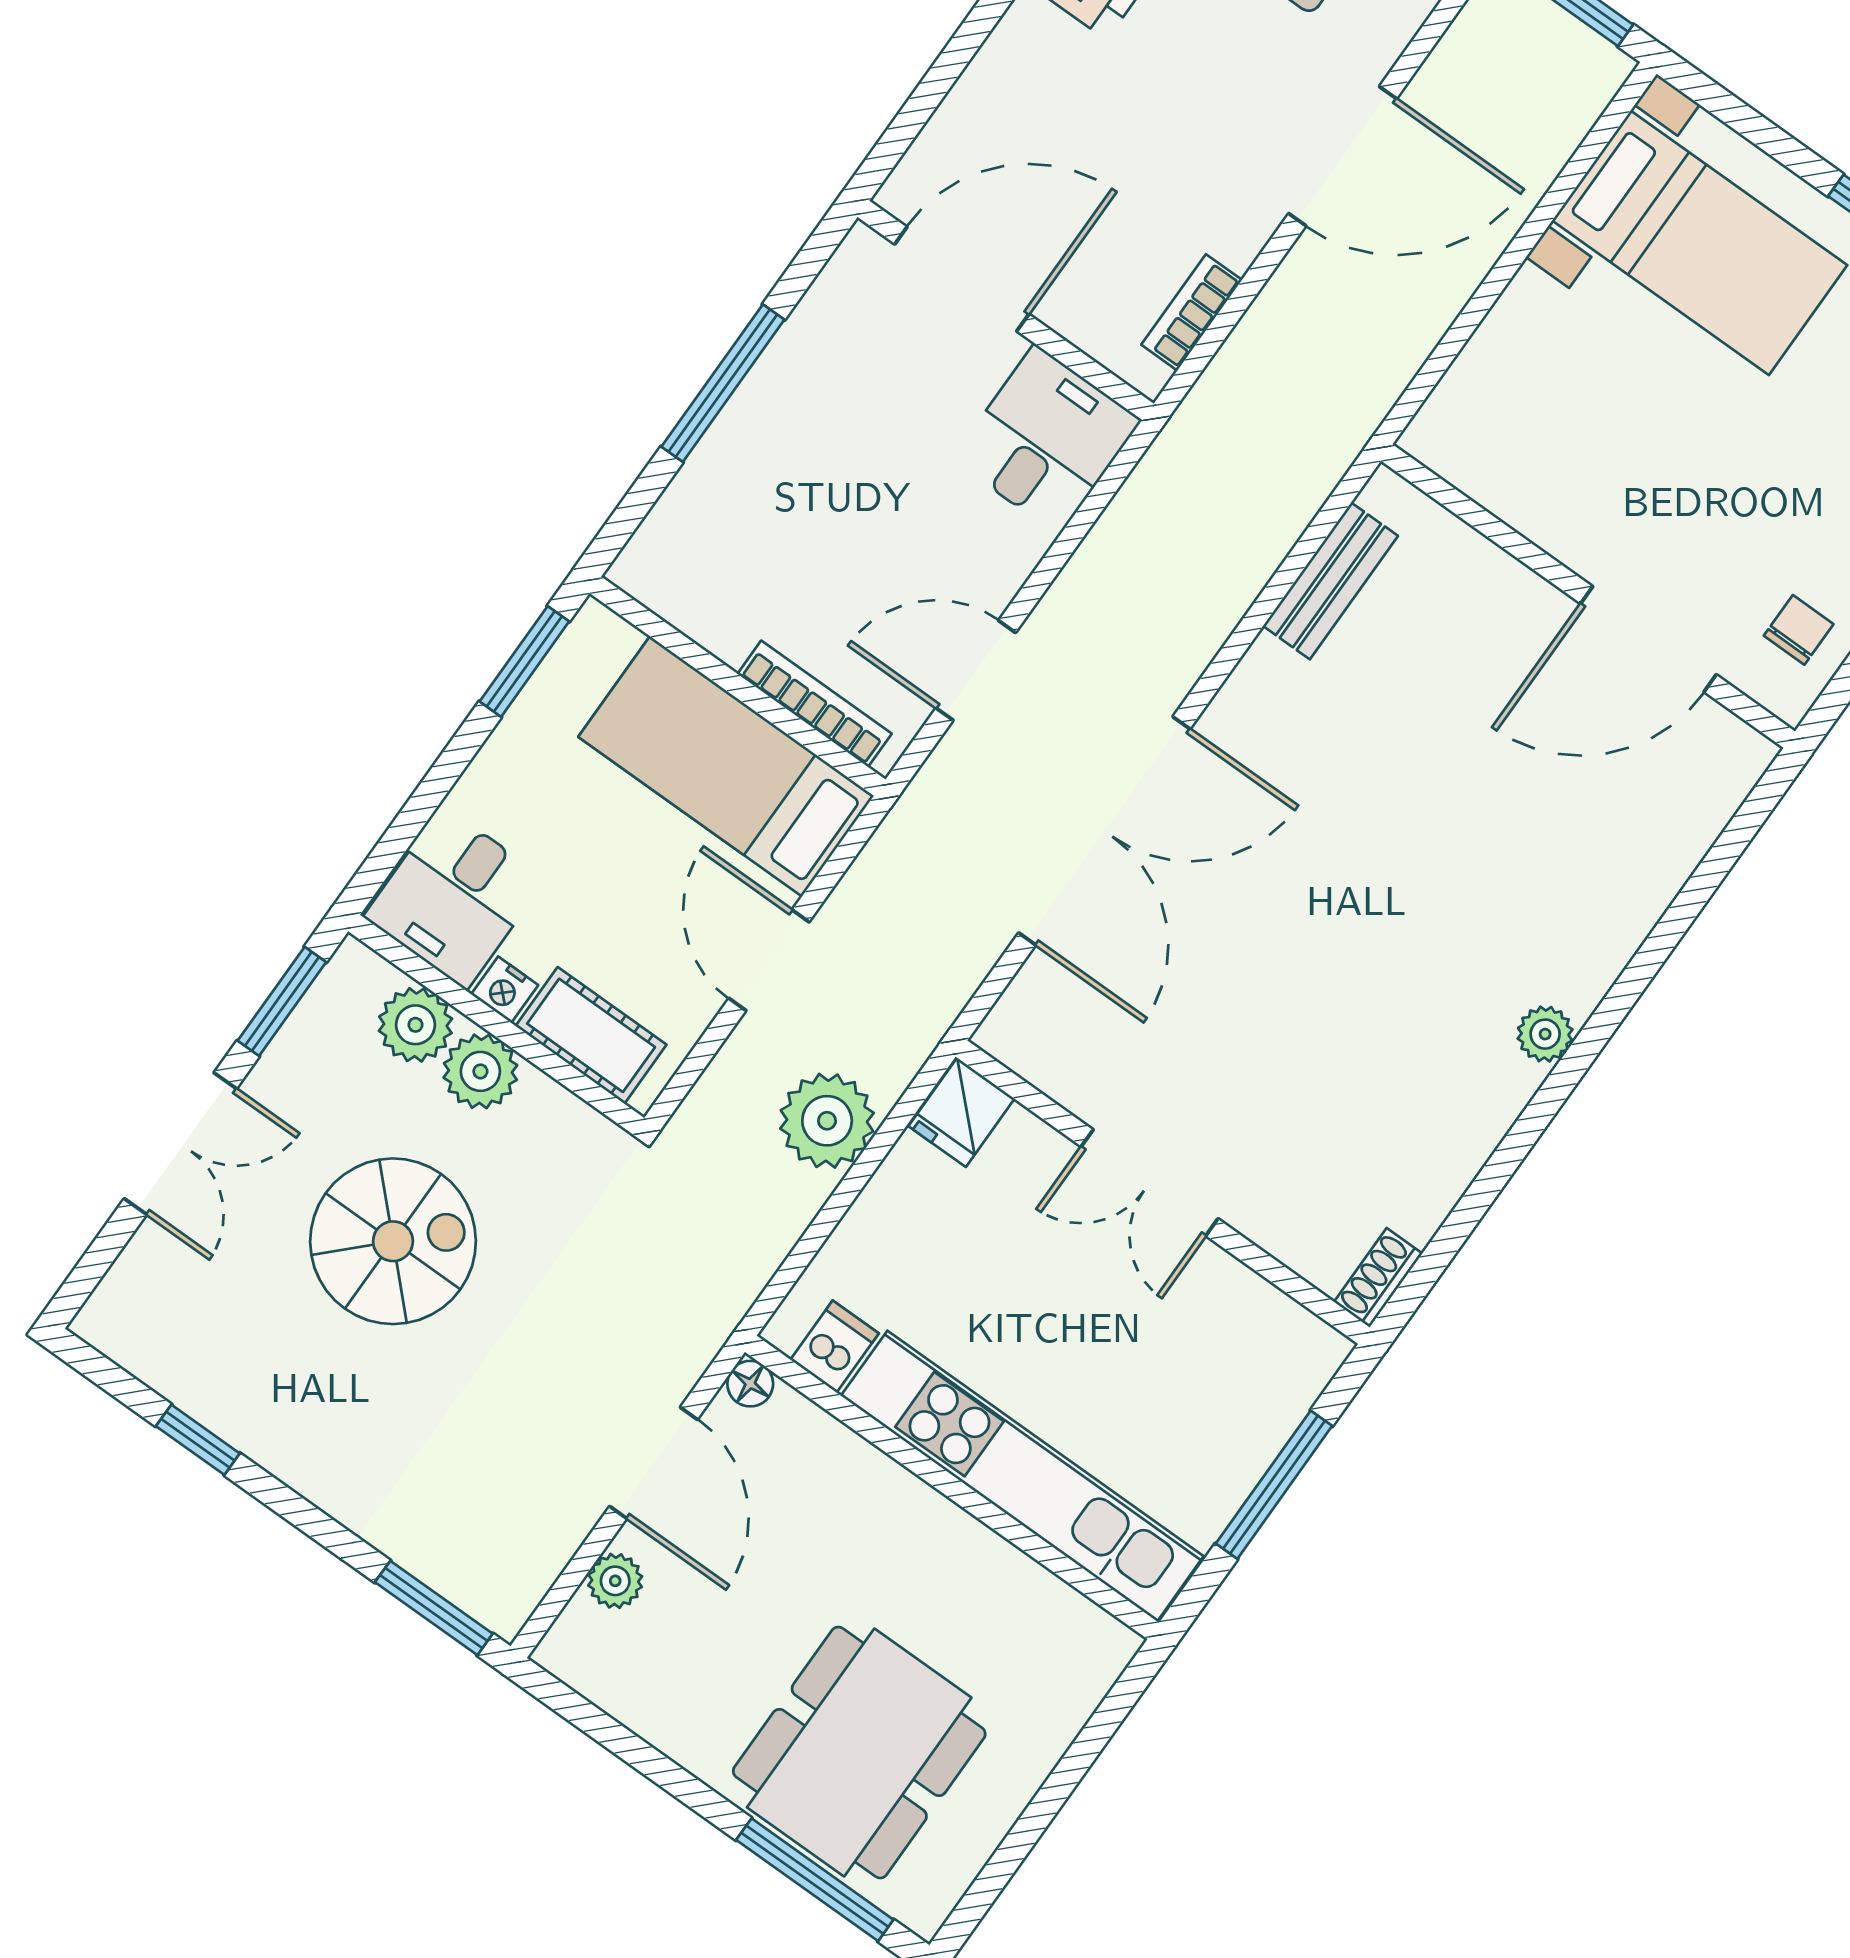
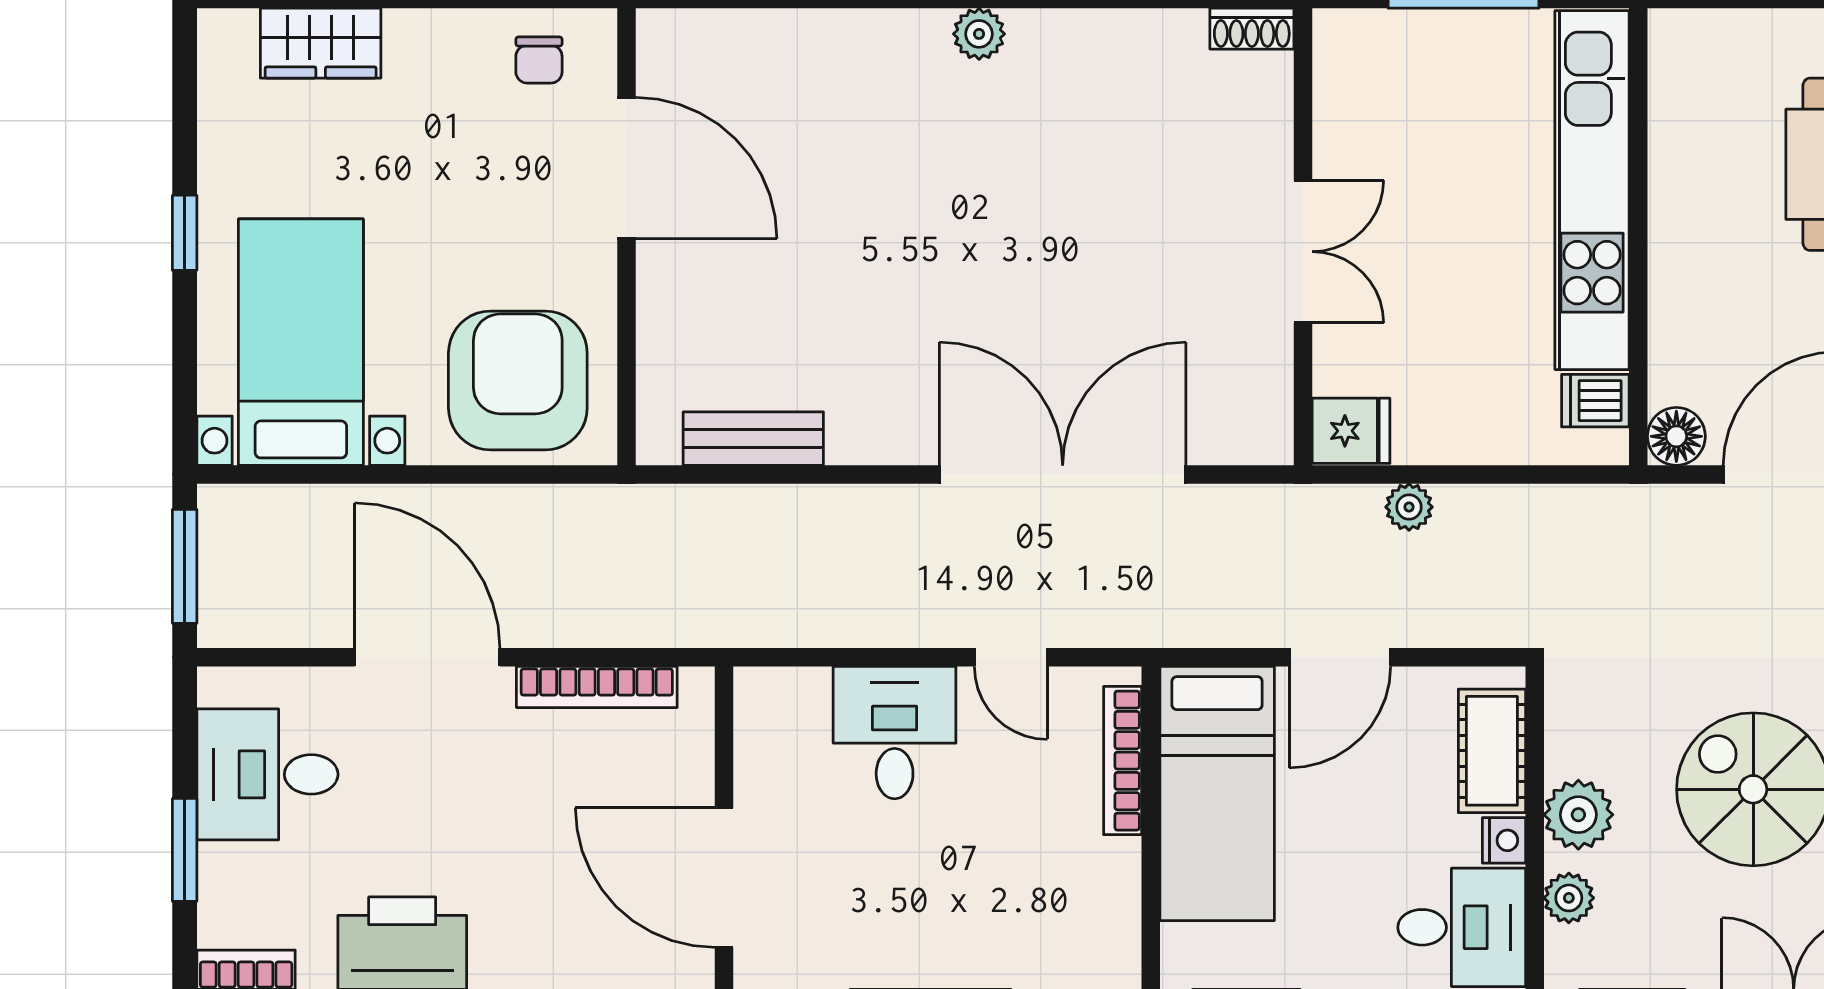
bookcase: (1192, 312) -> (597, 687), width x1.56
armchair: (1530, 410) -> (518, 380), added
desk: (1047, 440) -> (895, 733), moved, turned 90
chair: (1799, 630) -> (539, 60), turned -90
door: (976, 670) -> (1011, 657), width x0.73
plant: (415, 1025) -> (1569, 898), width x0.73, depth x0.73
plant: (827, 1121) -> (1409, 507), width x0.53, depth x0.53
floor lamp: (750, 1384) -> (1676, 436), width x1.37, depth x1.37

